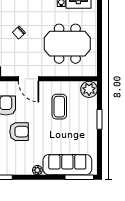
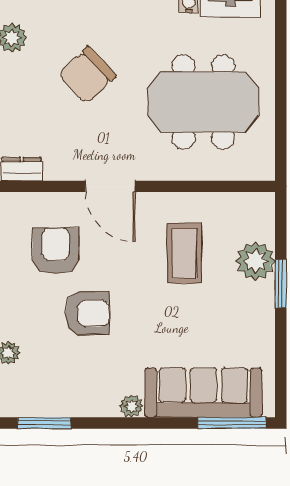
chair: (19, 33) -> (87, 75), width x1.87, depth x1.87
plant: (89, 89) -> (255, 261), moved

